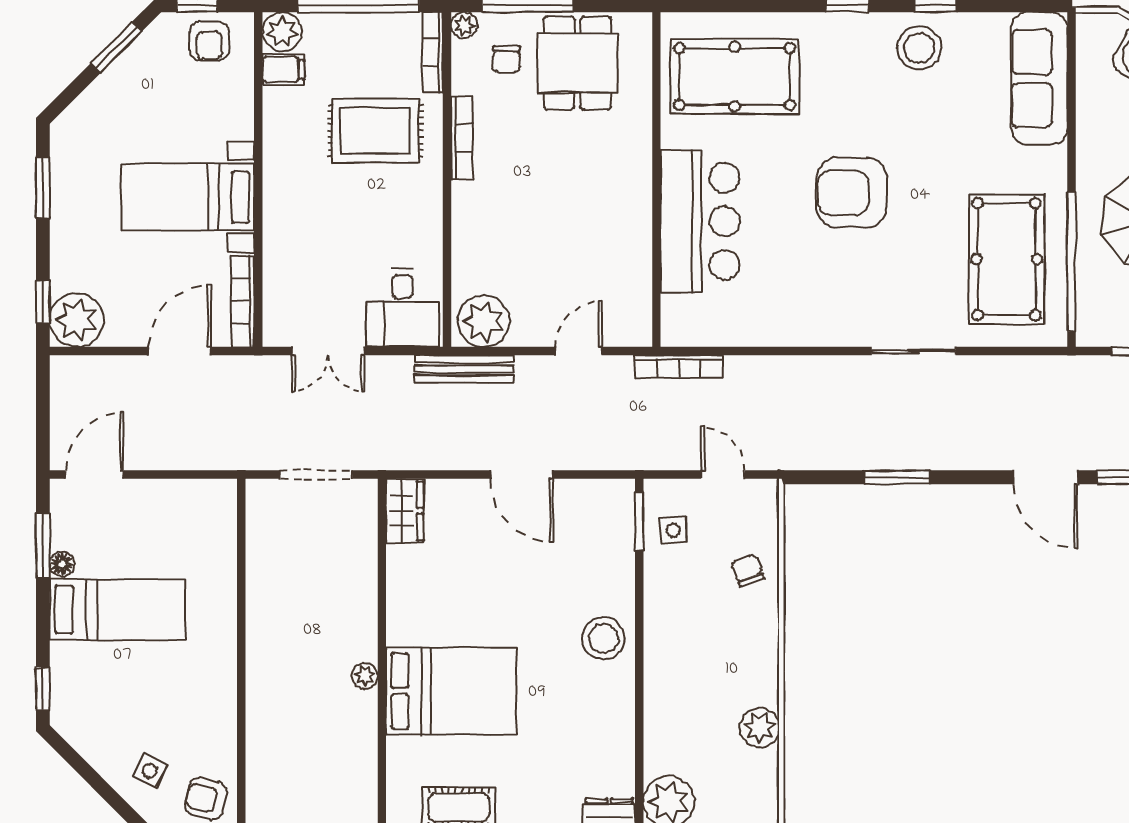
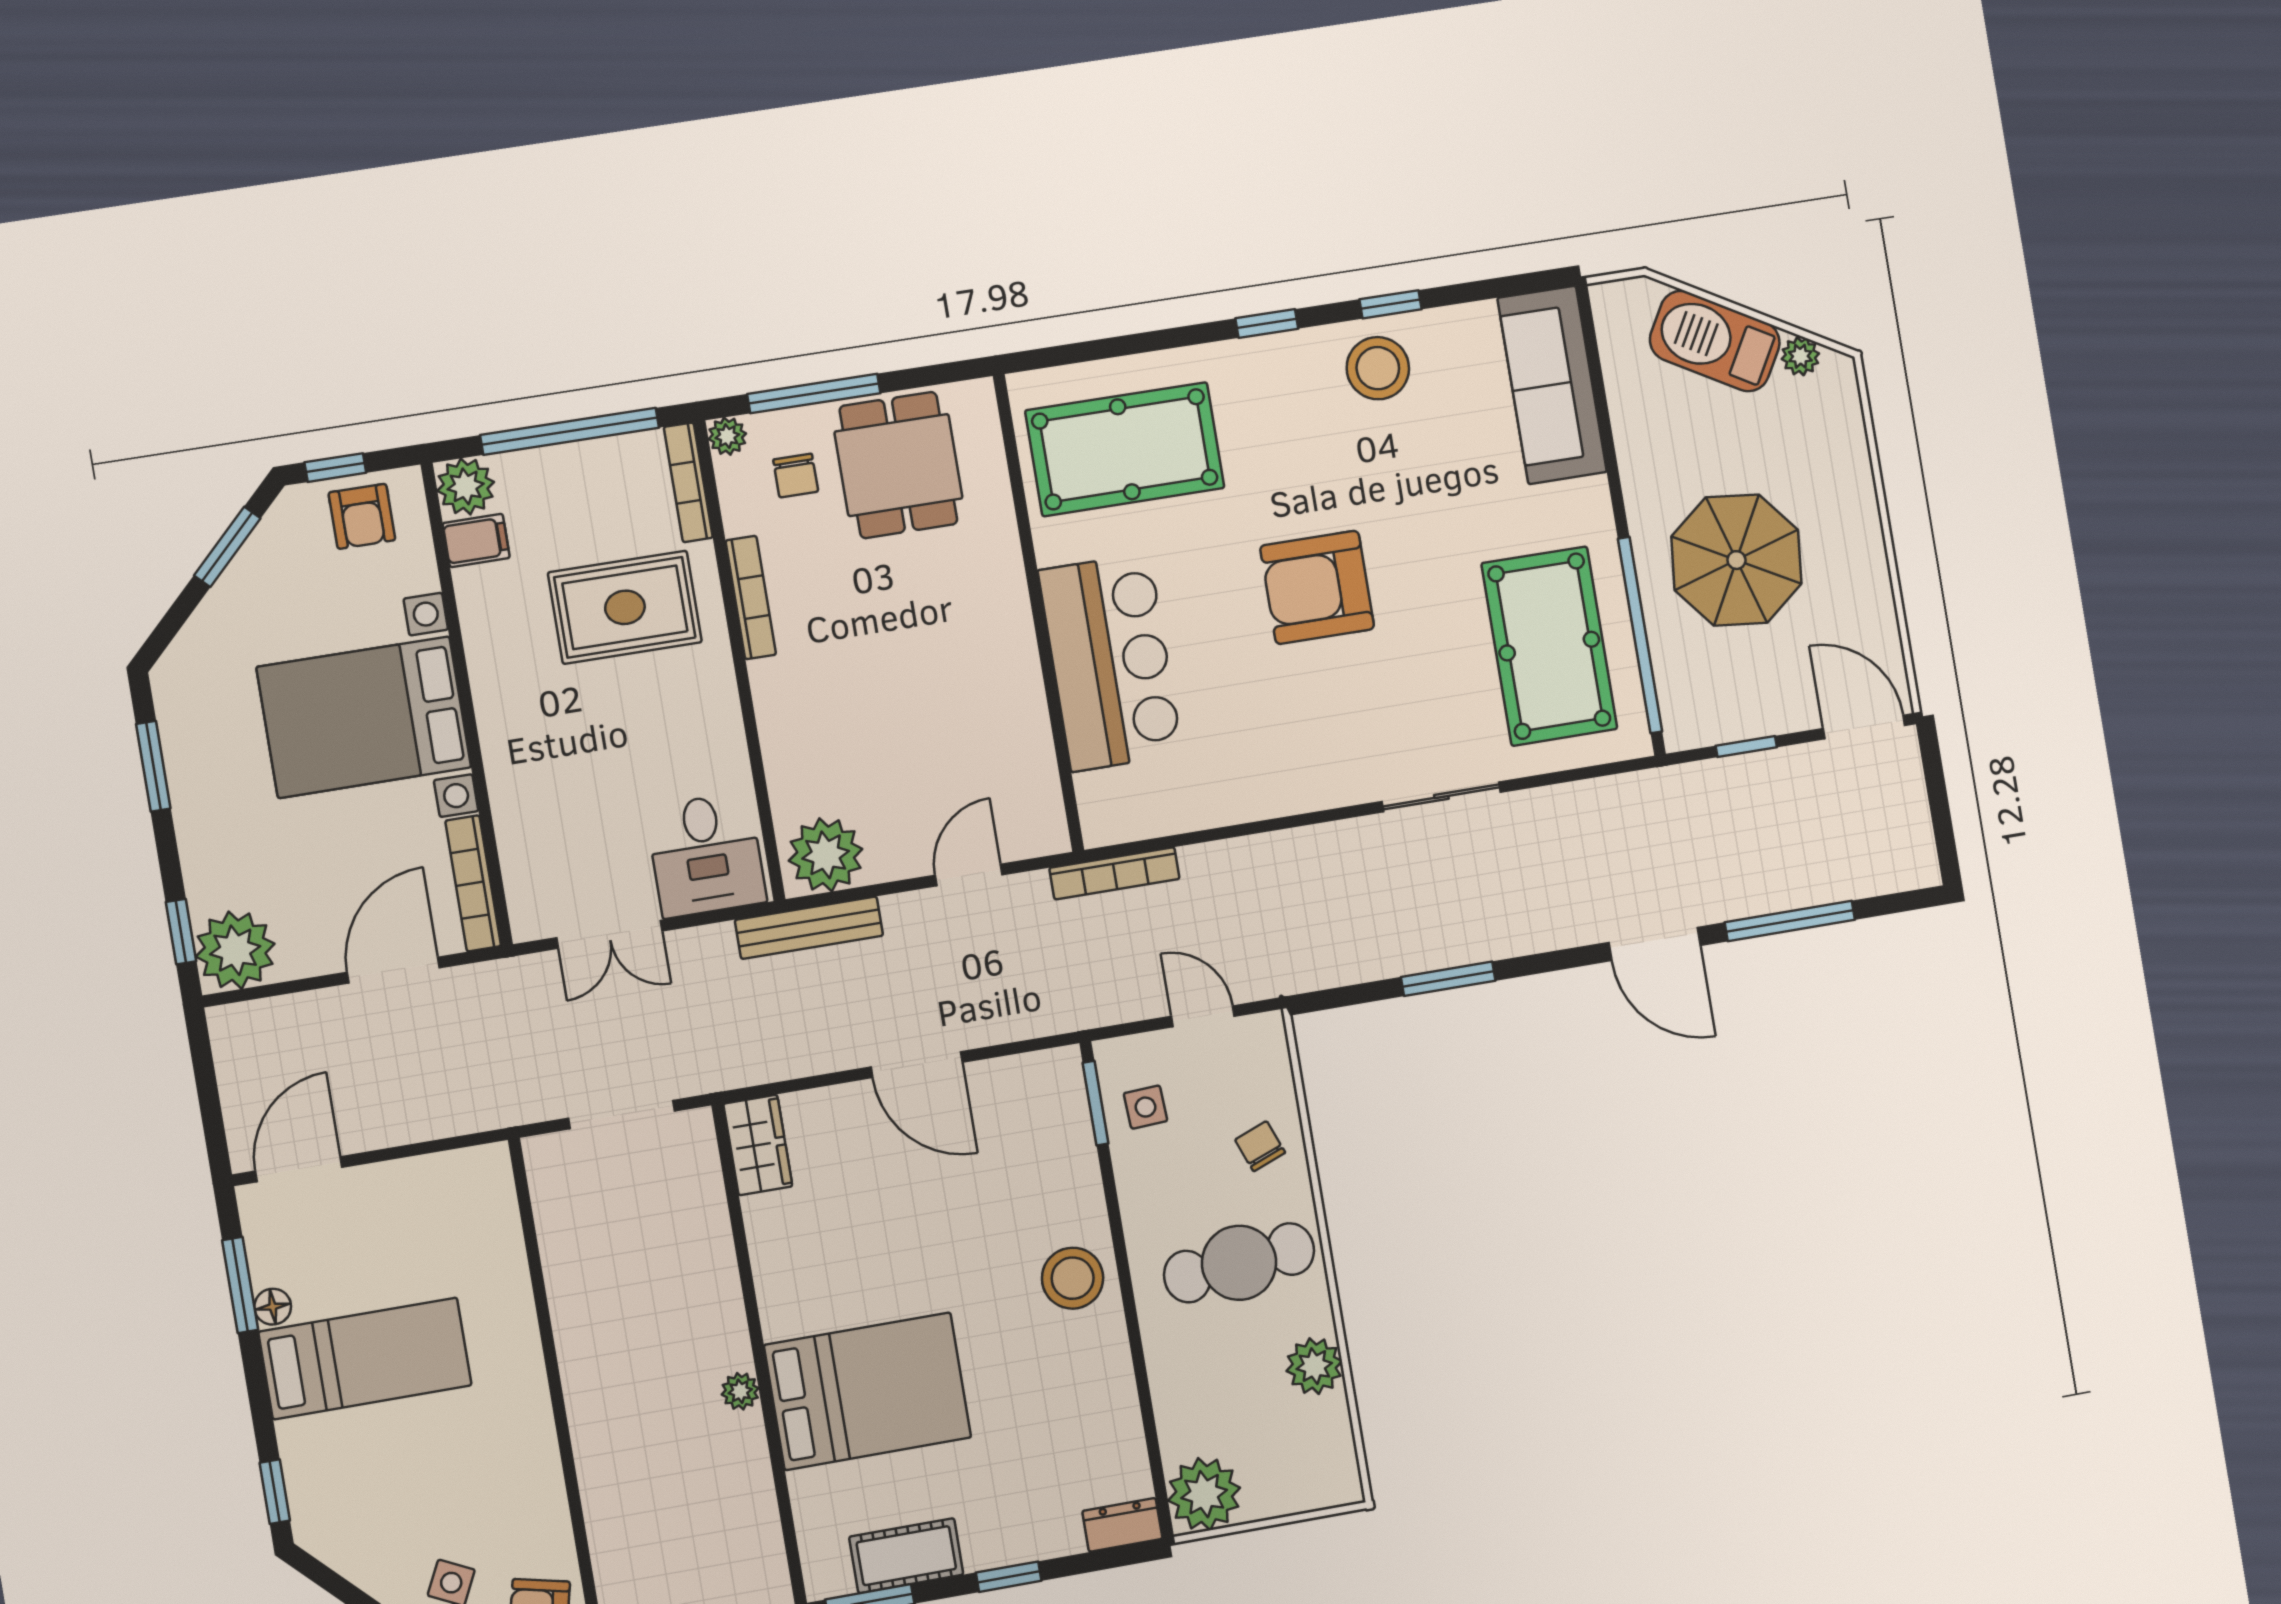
bed with nightstands: (188, 197) -> (364, 717), width x1.36
cafe table: (719, 648) -> (1239, 1263), added

